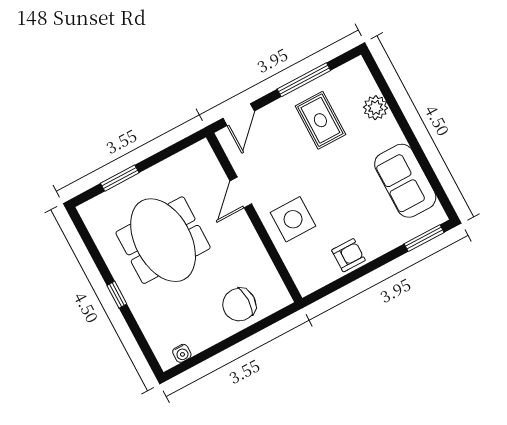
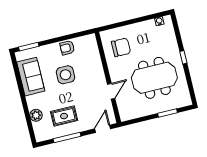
rug: (320, 120) -> (64, 116), turned 90
side table: (293, 219) -> (66, 75), moved
meeting table: (163, 240) -> (154, 78), turned 90
chair: (239, 305) -> (121, 47), moved

